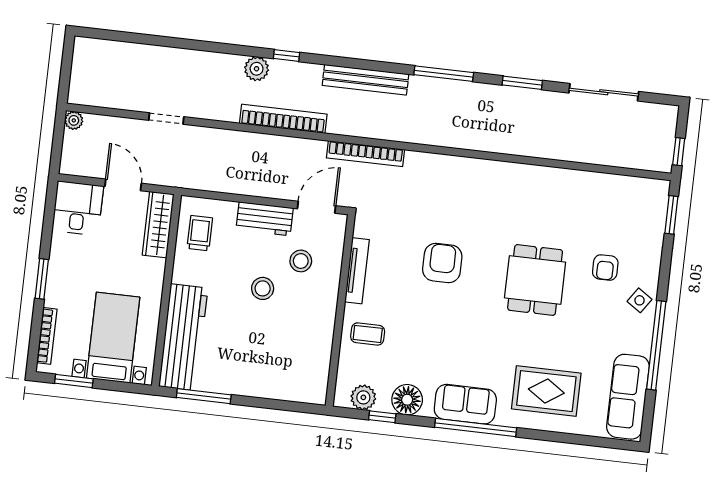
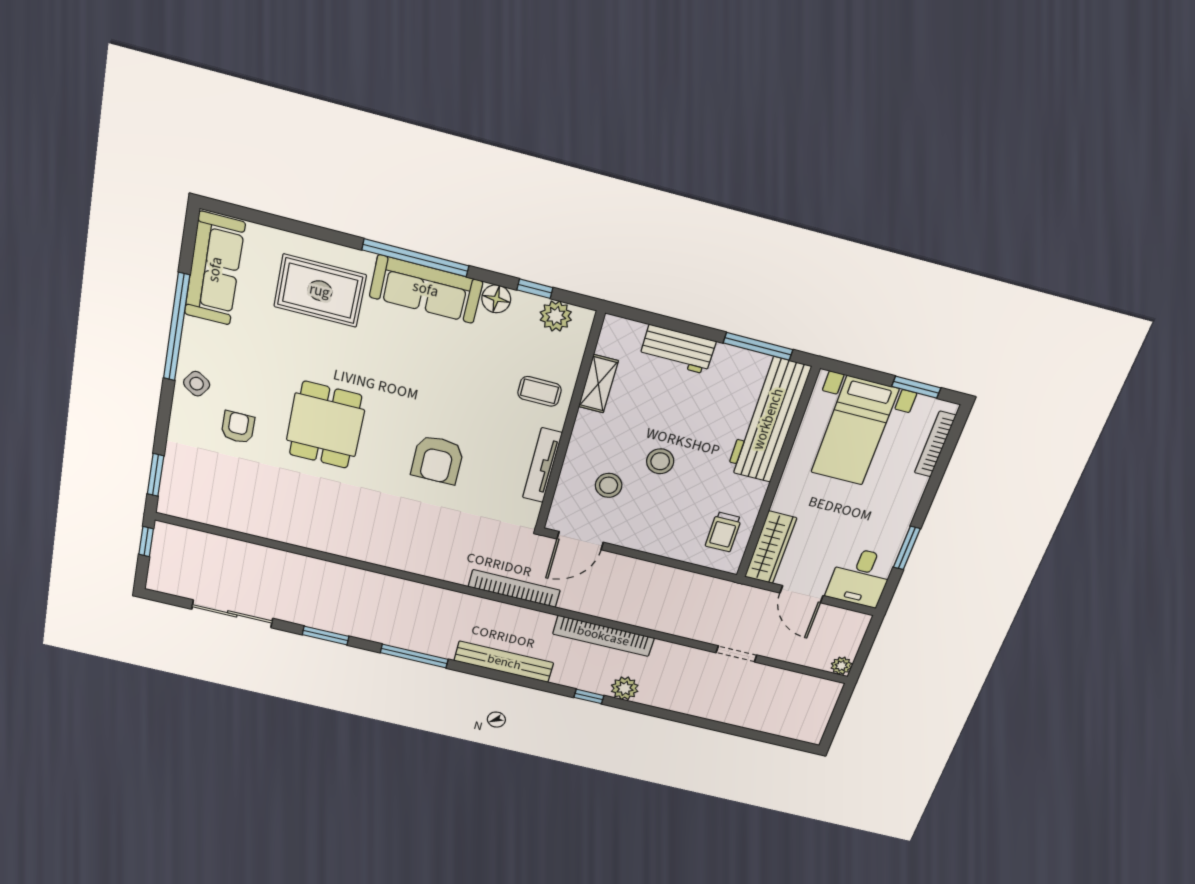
workbench: (265, 219) -> (678, 349), moved, turned 180
window: (42, 279) -> (907, 548), moved
shelving: (322, 347) -> (598, 384), added
floor lamp: (407, 400) -> (496, 299), width x0.73, depth x0.73
sofa: (465, 404) -> (426, 289), width x1.36

